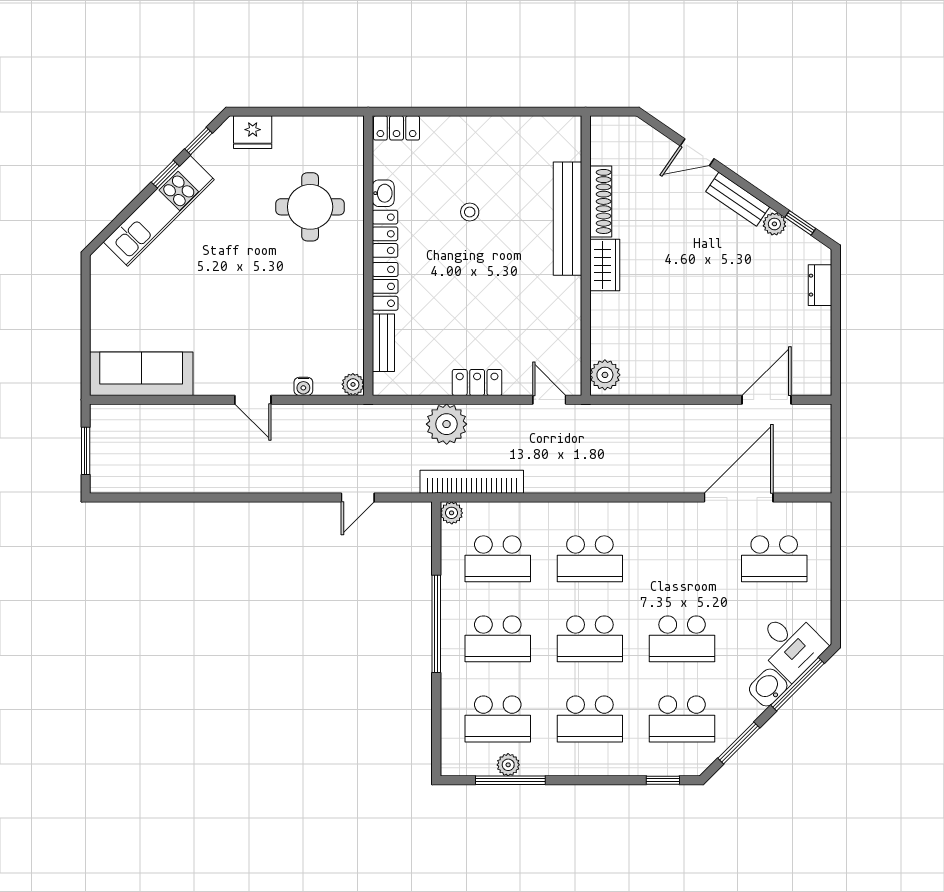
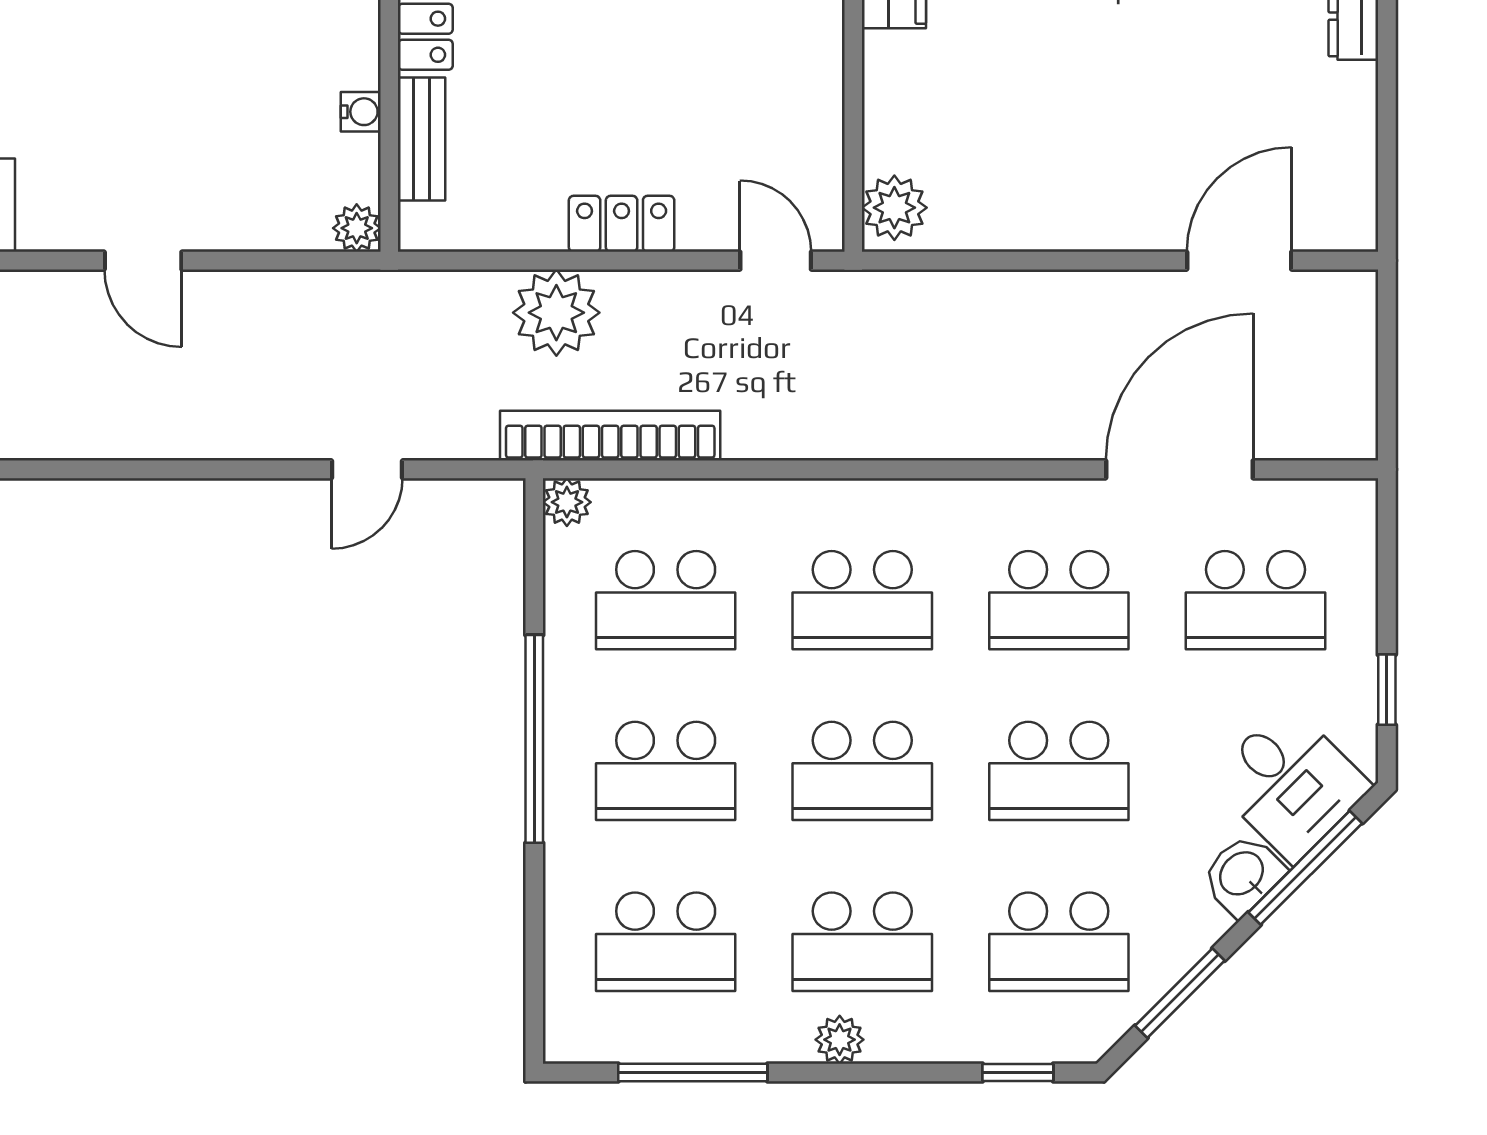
water cooler: (303, 386) -> (361, 112), moved, turned -90
school desk: (682, 559) -> (1059, 600), added
window: (836, 601) -> (1387, 690), added
plant: (508, 765) -> (840, 1040), moved

